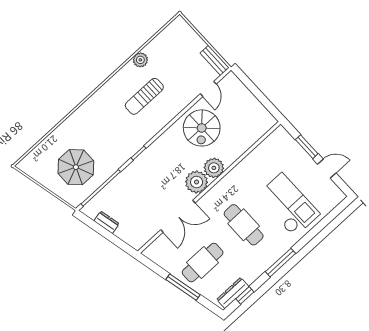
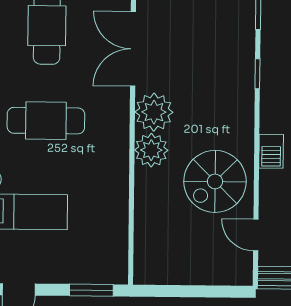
barbecue: (166, 116) -> (271, 151), added
spiral stairs: (202, 128) -> (215, 181), turned -90
window: (307, 147) -> (91, 290), moved

